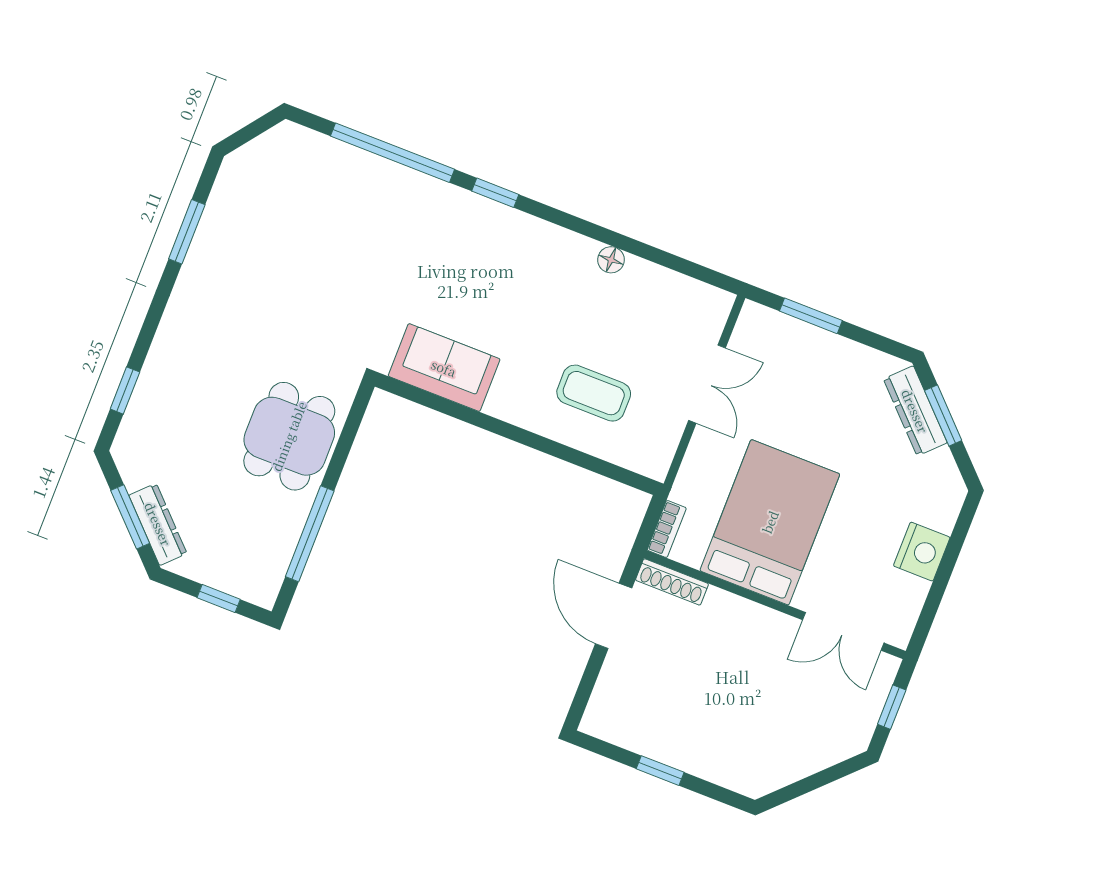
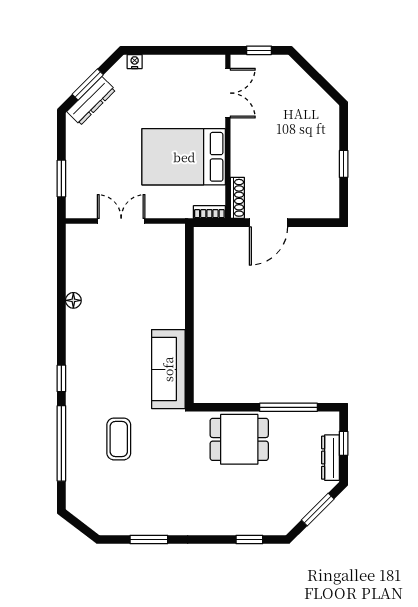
sofa: (444, 368) -> (168, 369), width x1.36
coffee table: (594, 393) -> (119, 439), moved
dresser: (158, 524) -> (330, 458), moved, turned -45
nightstand: (922, 552) -> (135, 62), moved, width x0.53, depth x0.56

